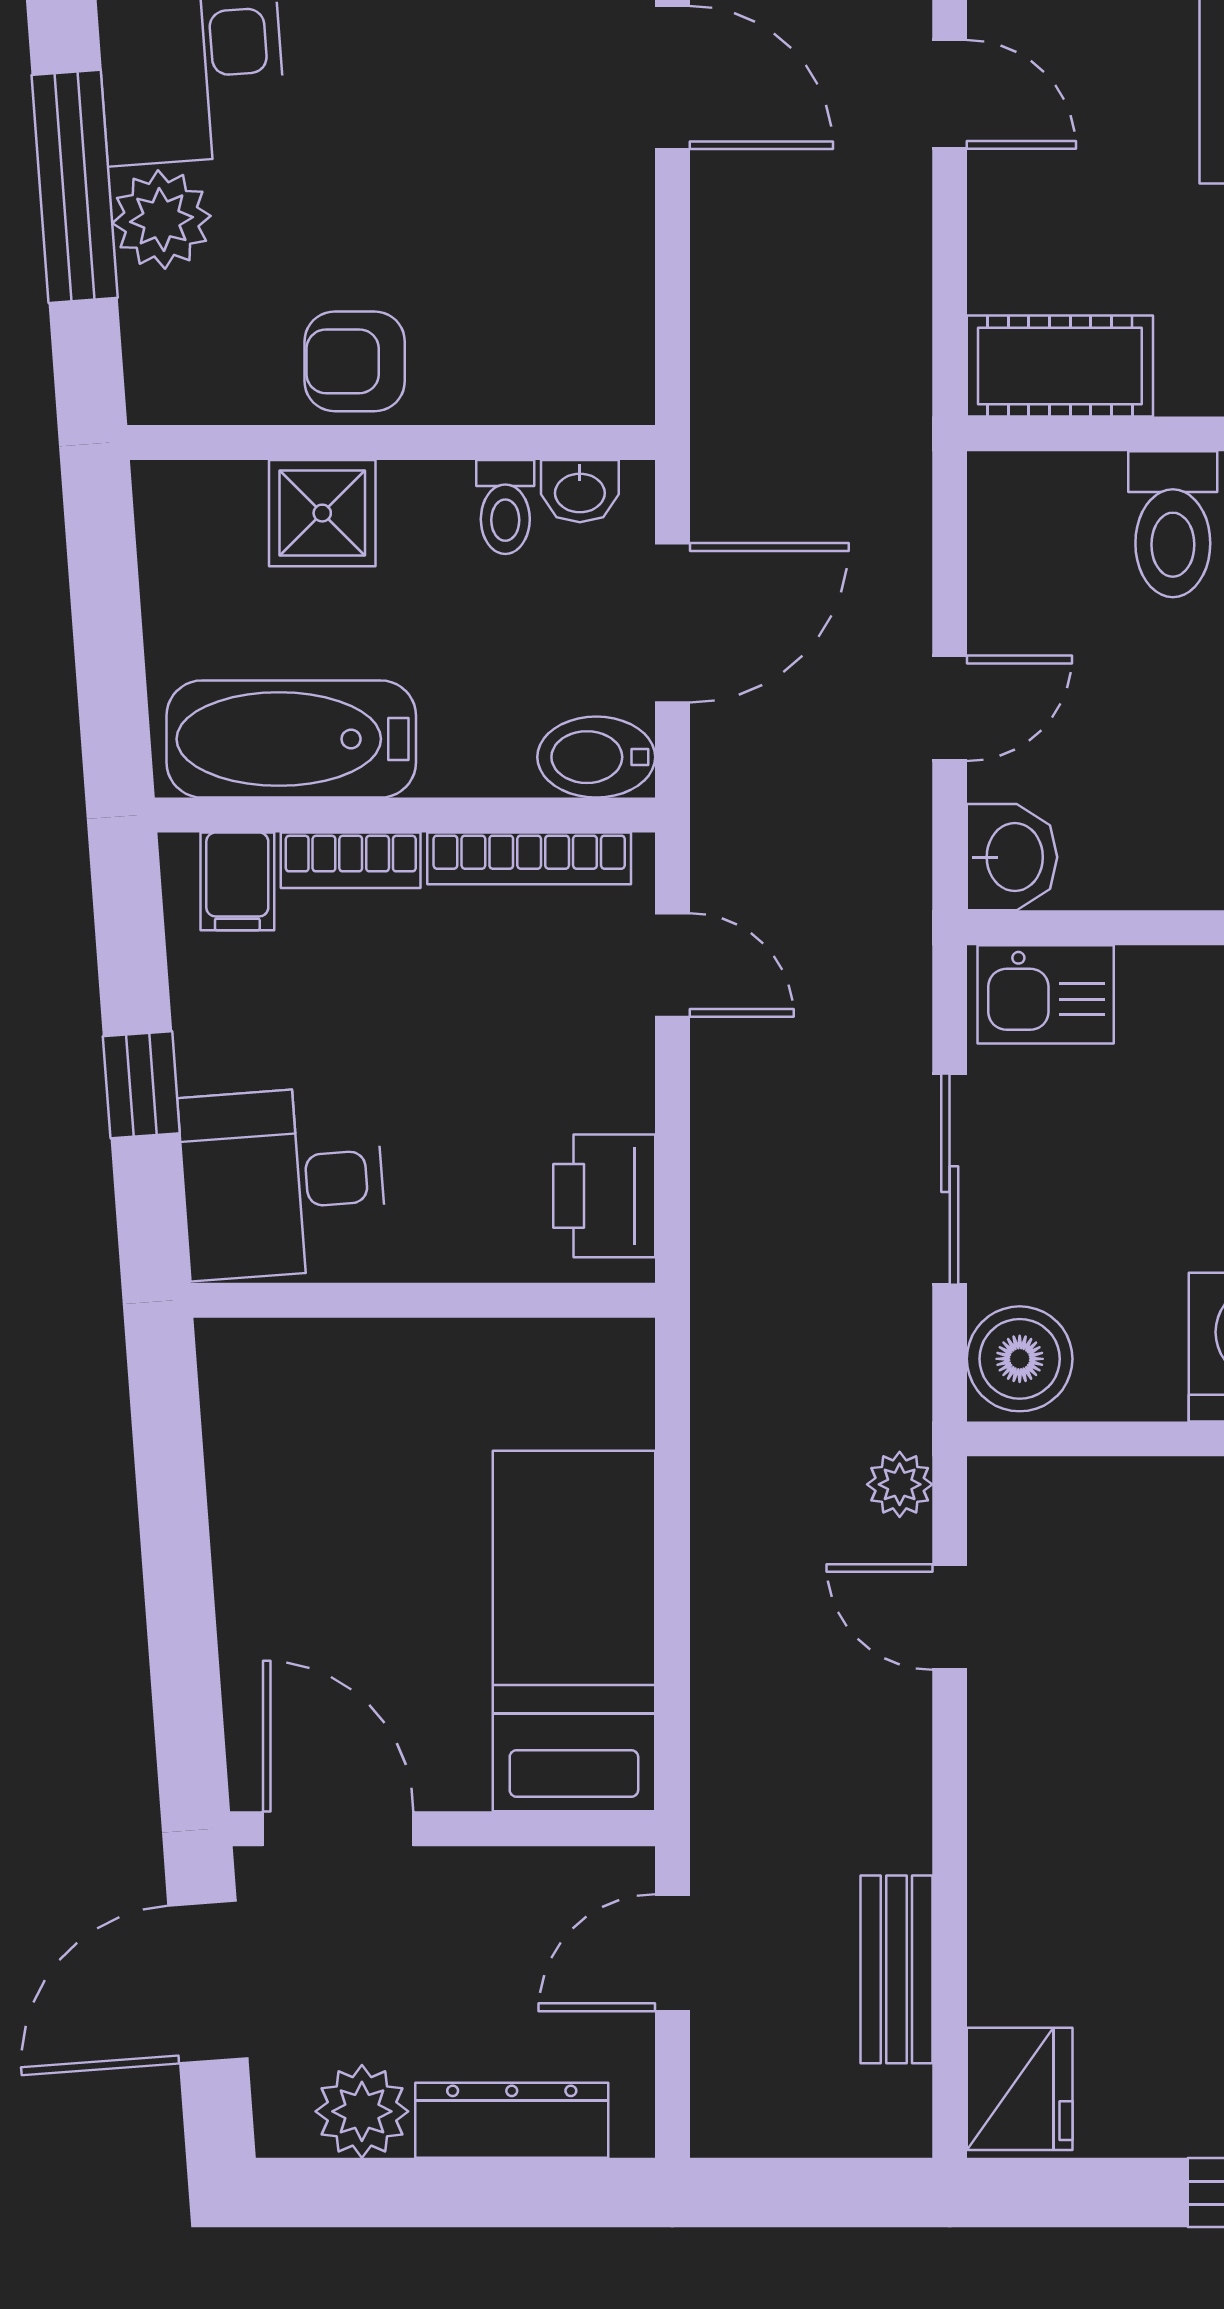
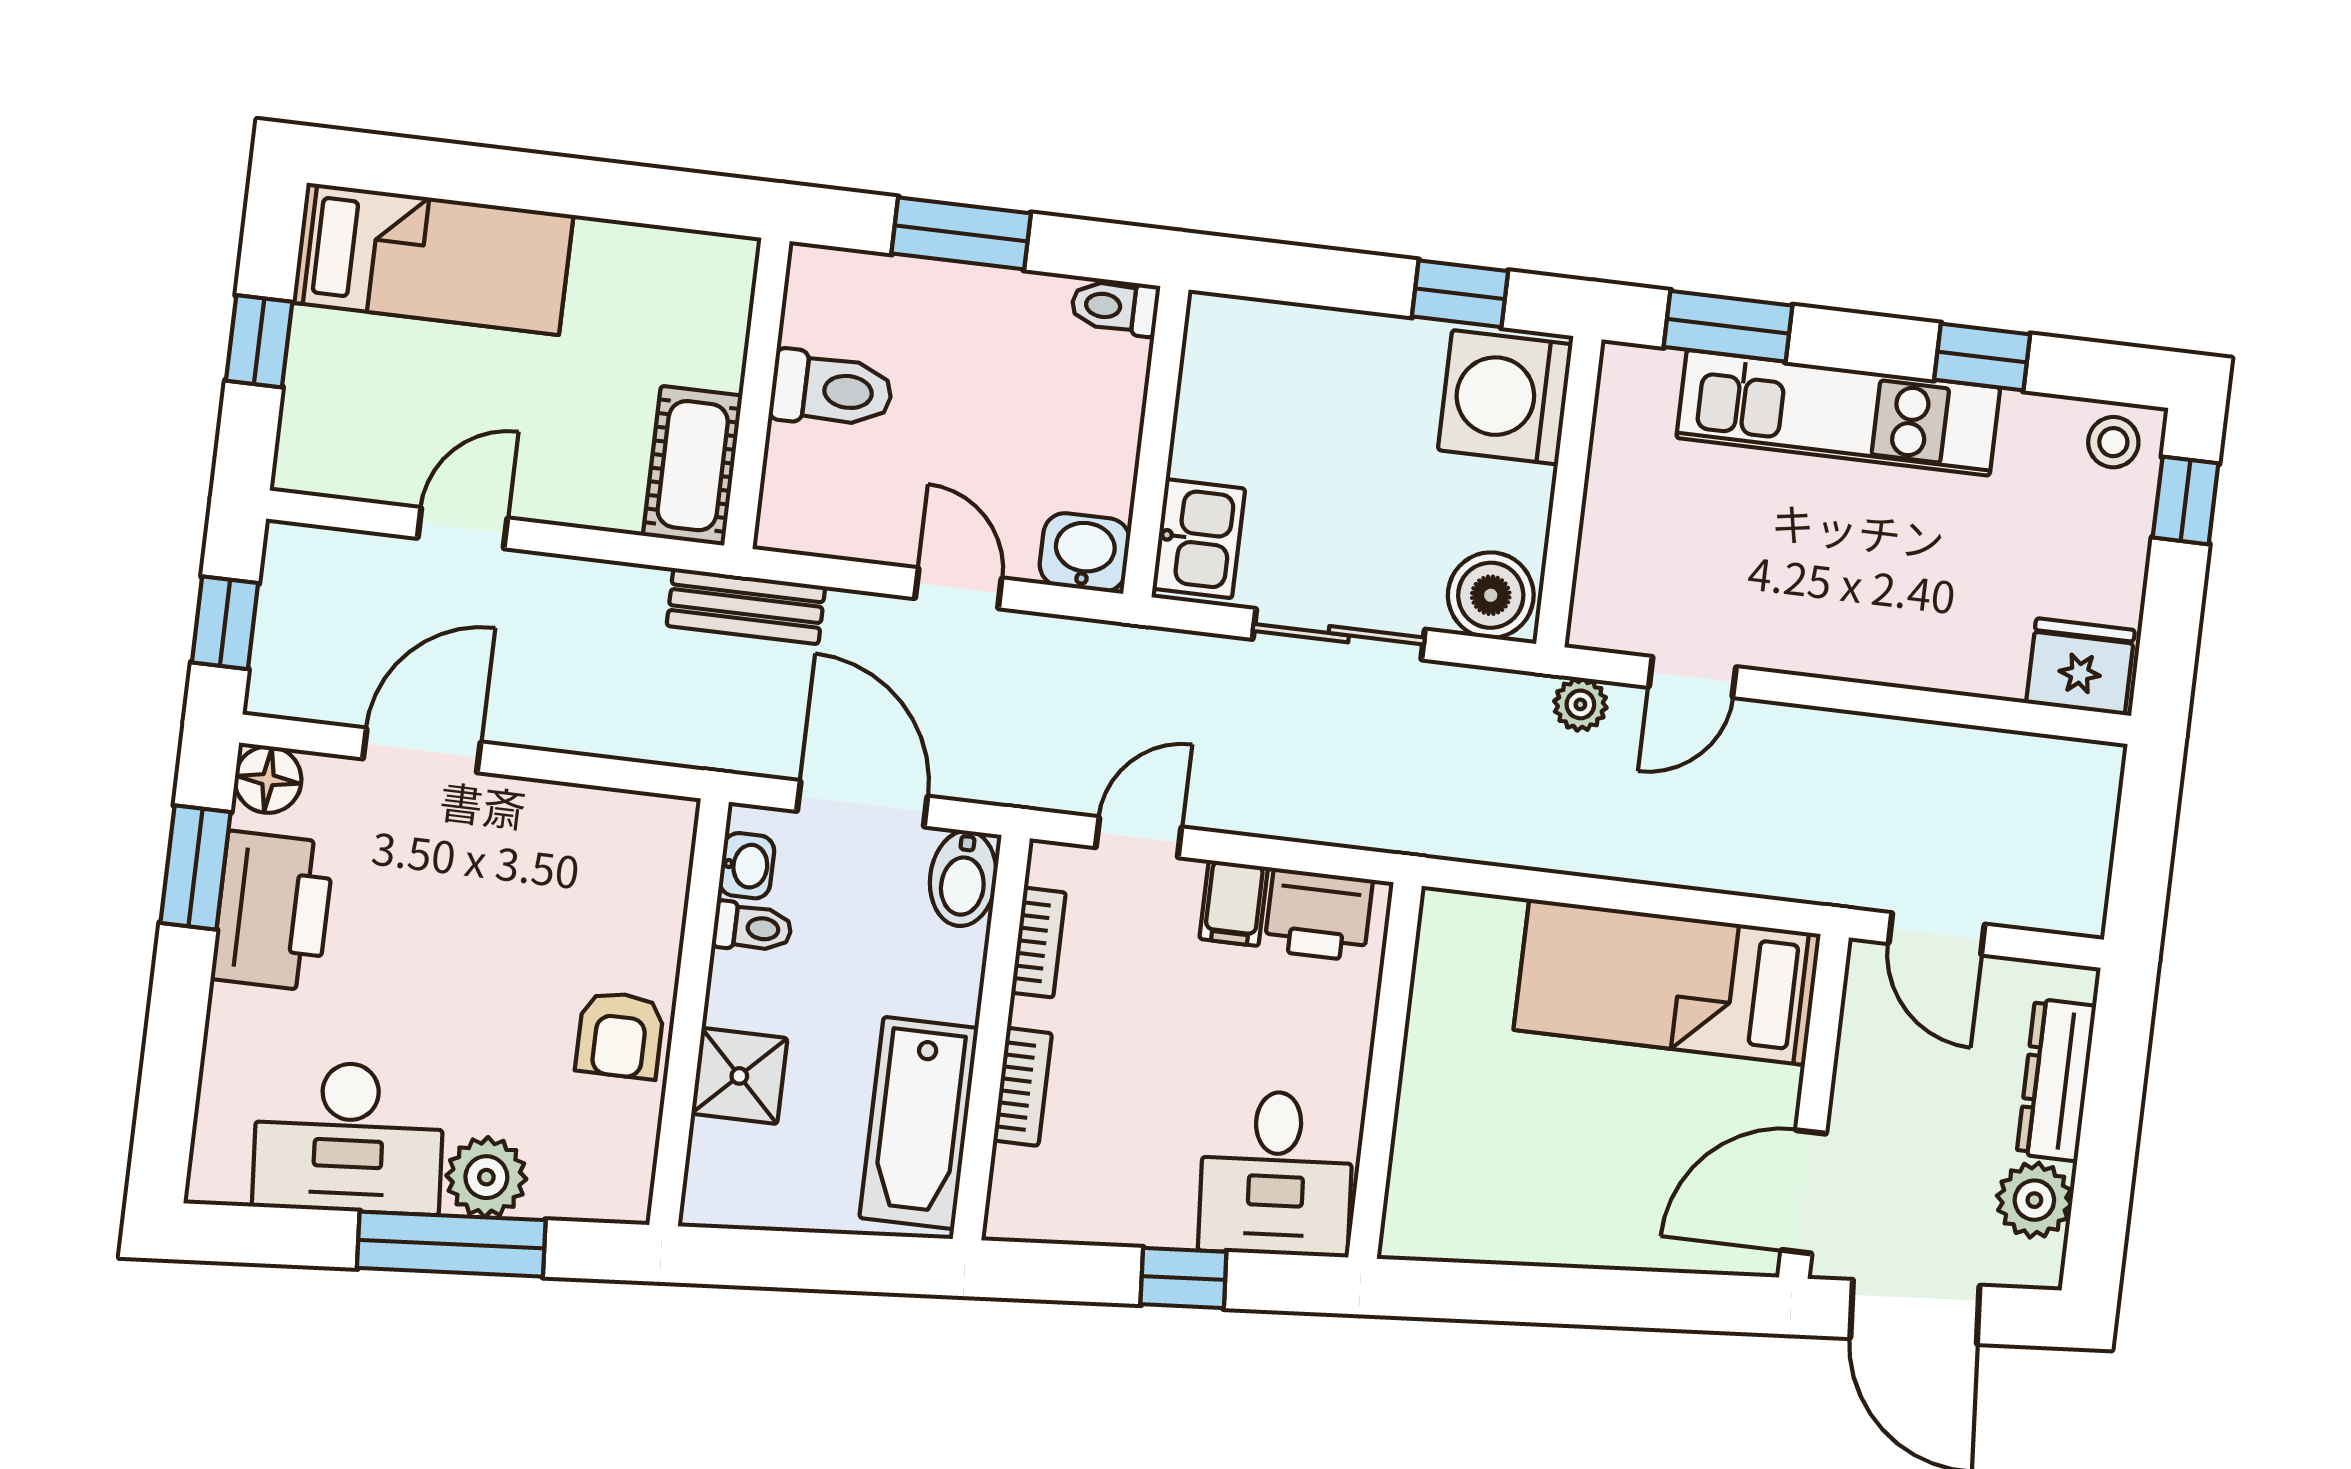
bookcase: (529, 858) -> (1039, 943), width x0.64
filing cabinet: (237, 881) -> (1234, 903), moved, turned 90
bench: (896, 1969) -> (746, 606), moved

